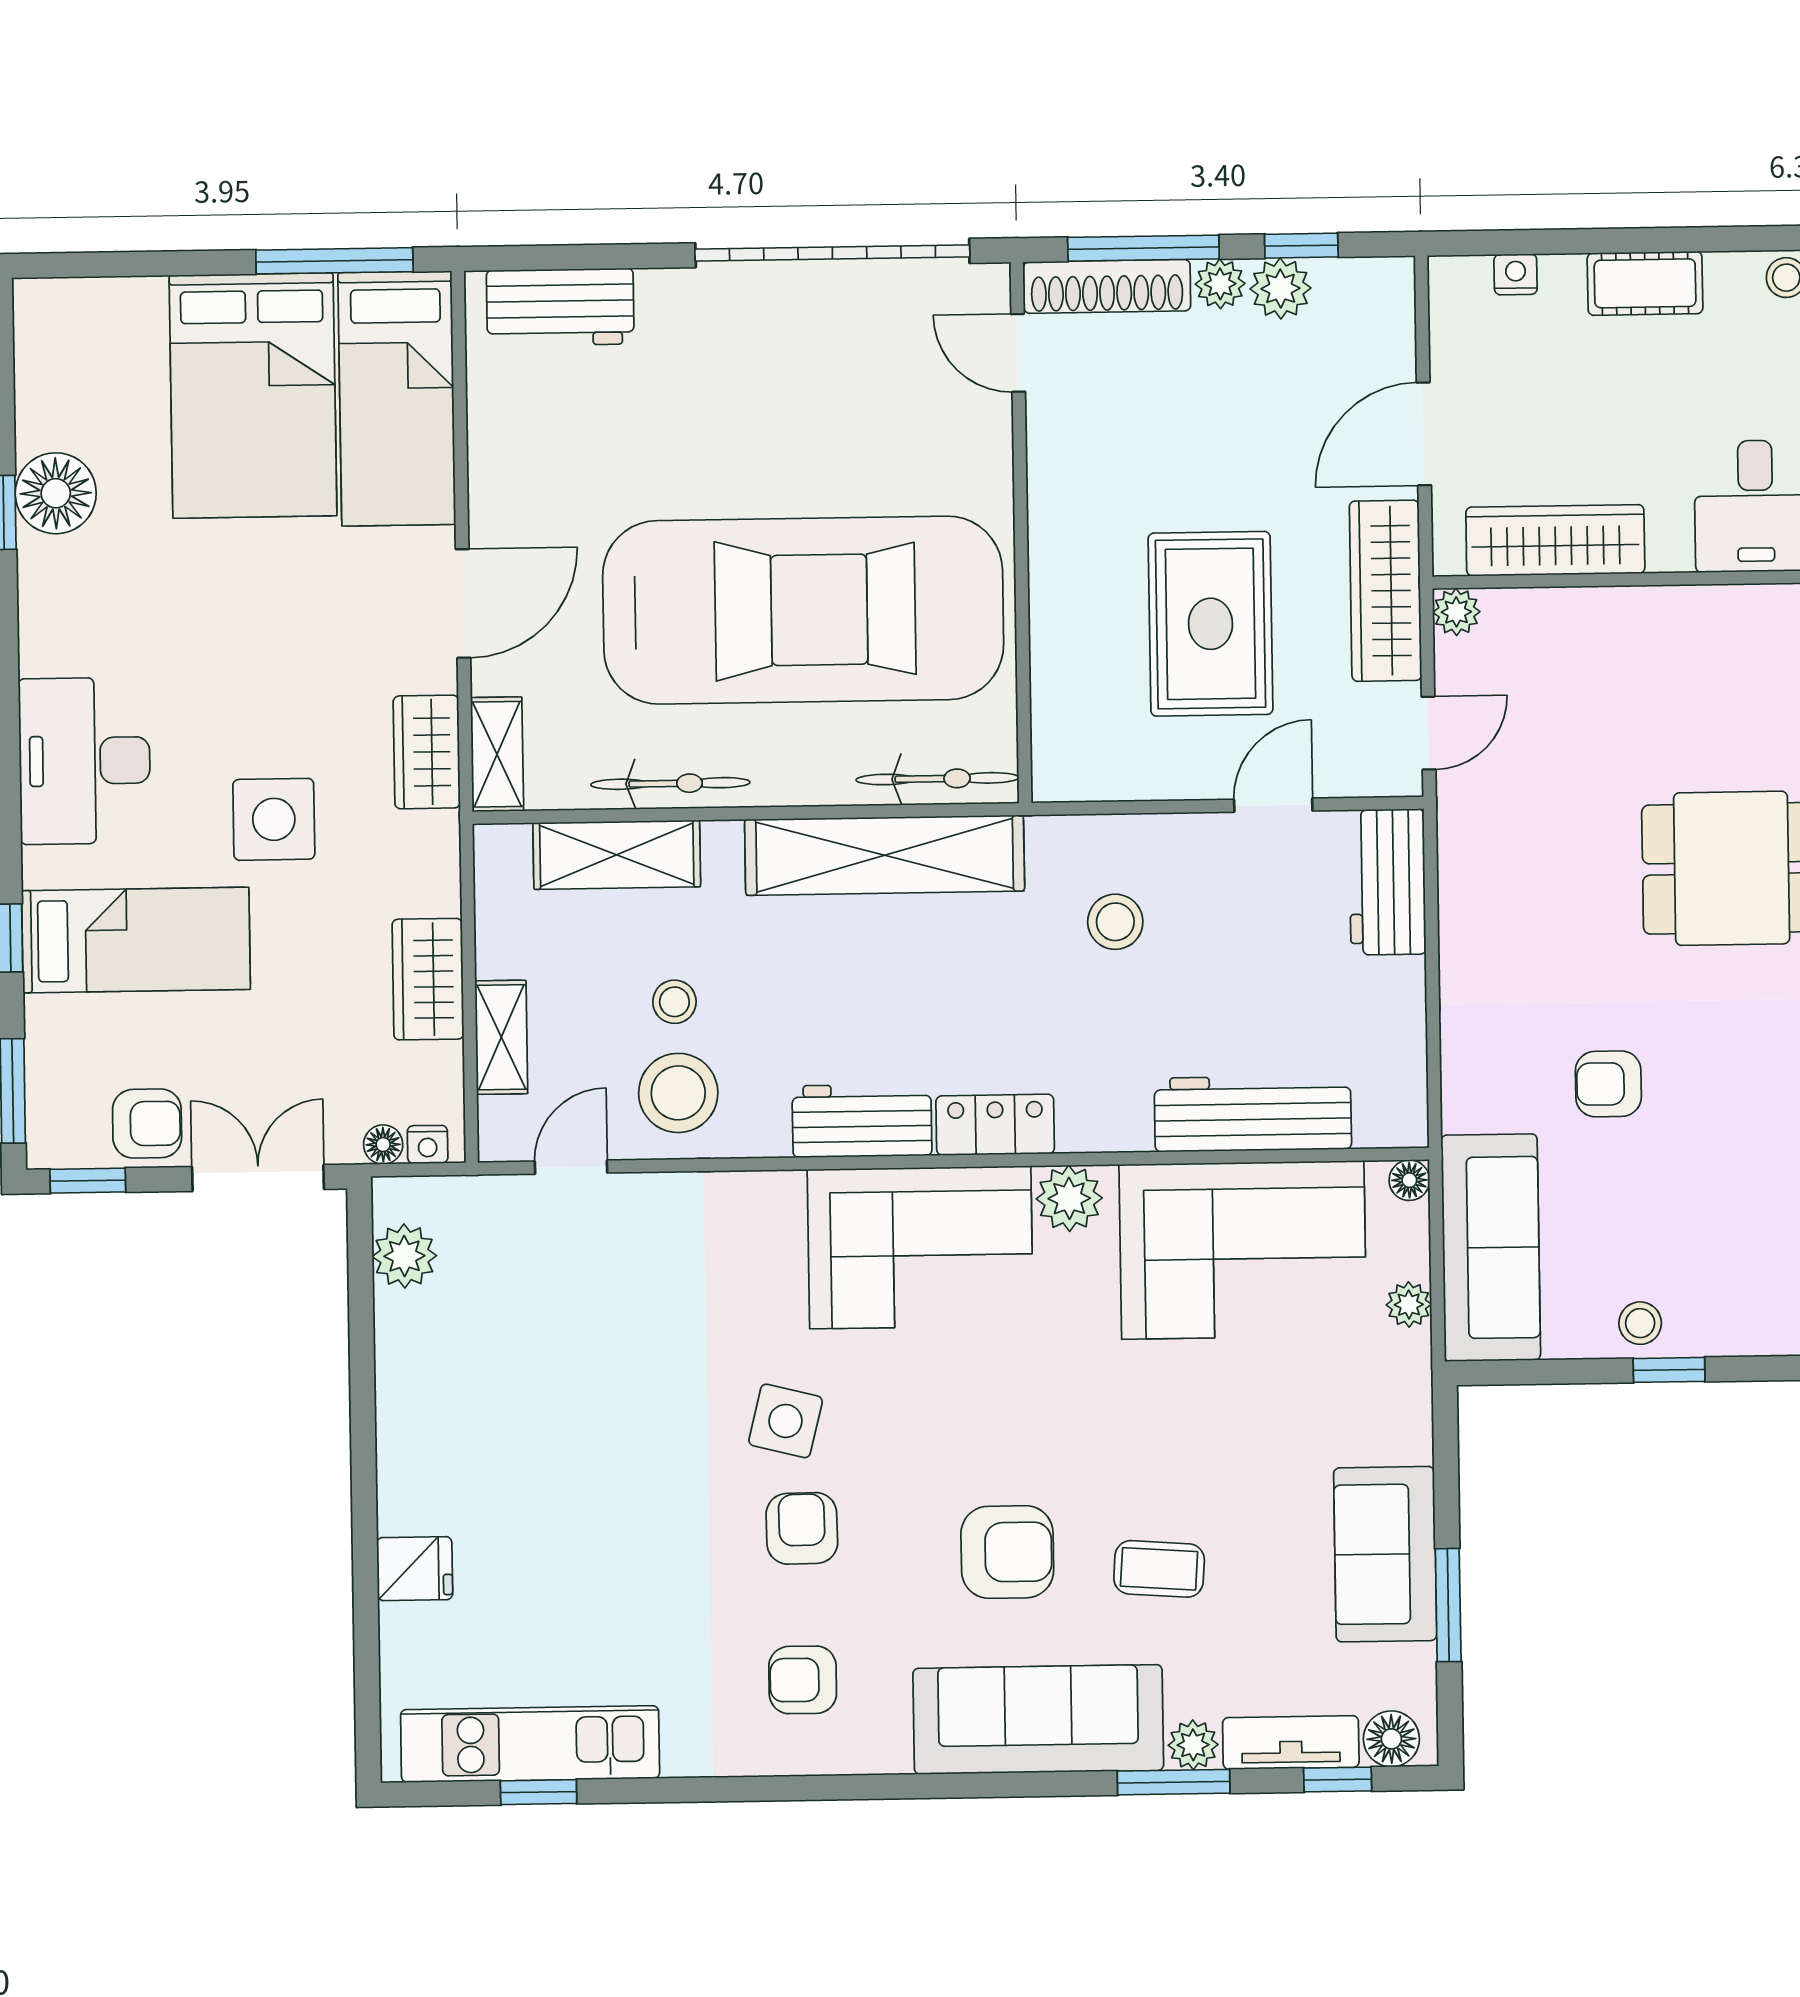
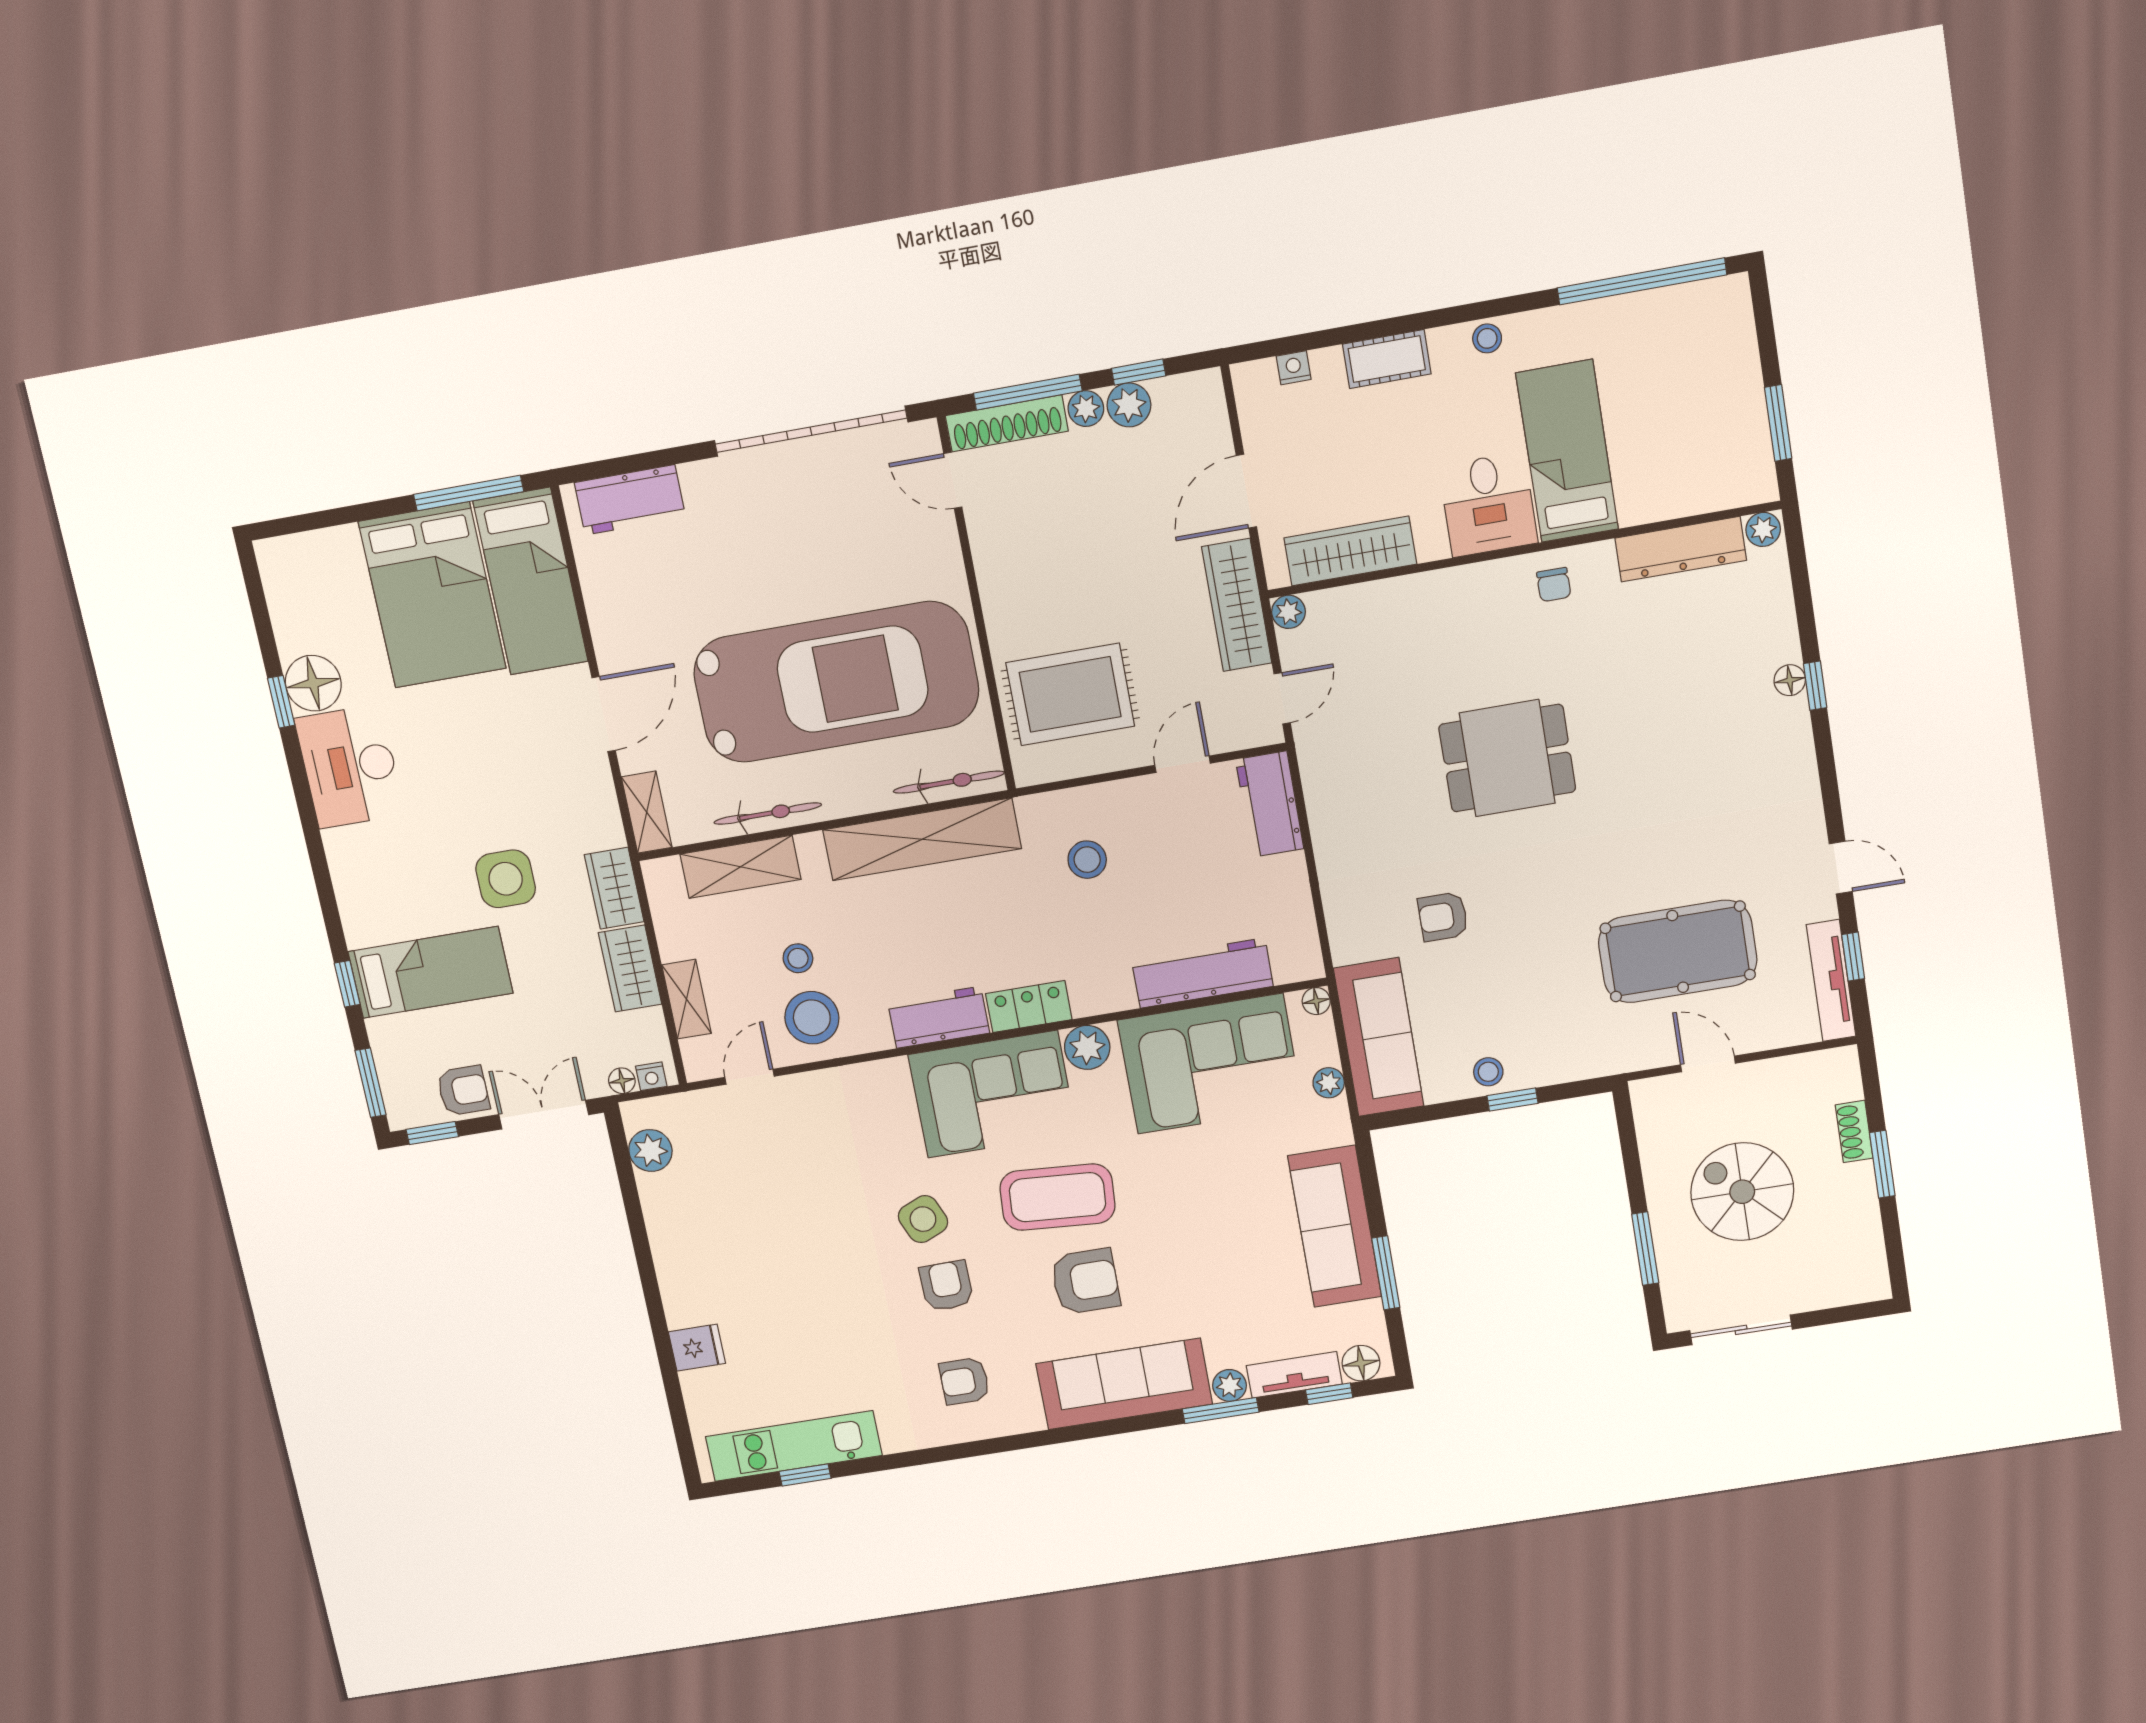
rug: (1210, 624) -> (1070, 694), moved, turned 90
wardrobe: (427, 752) -> (614, 888), moved
desk: (85, 761) -> (350, 766), moved
side table: (786, 1421) -> (923, 1219), turned -37
sofa: (1385, 1554) -> (1335, 1226), width x1.36
coffee table: (1159, 1569) -> (1057, 1197), moved, width x1.86, depth x1.72

